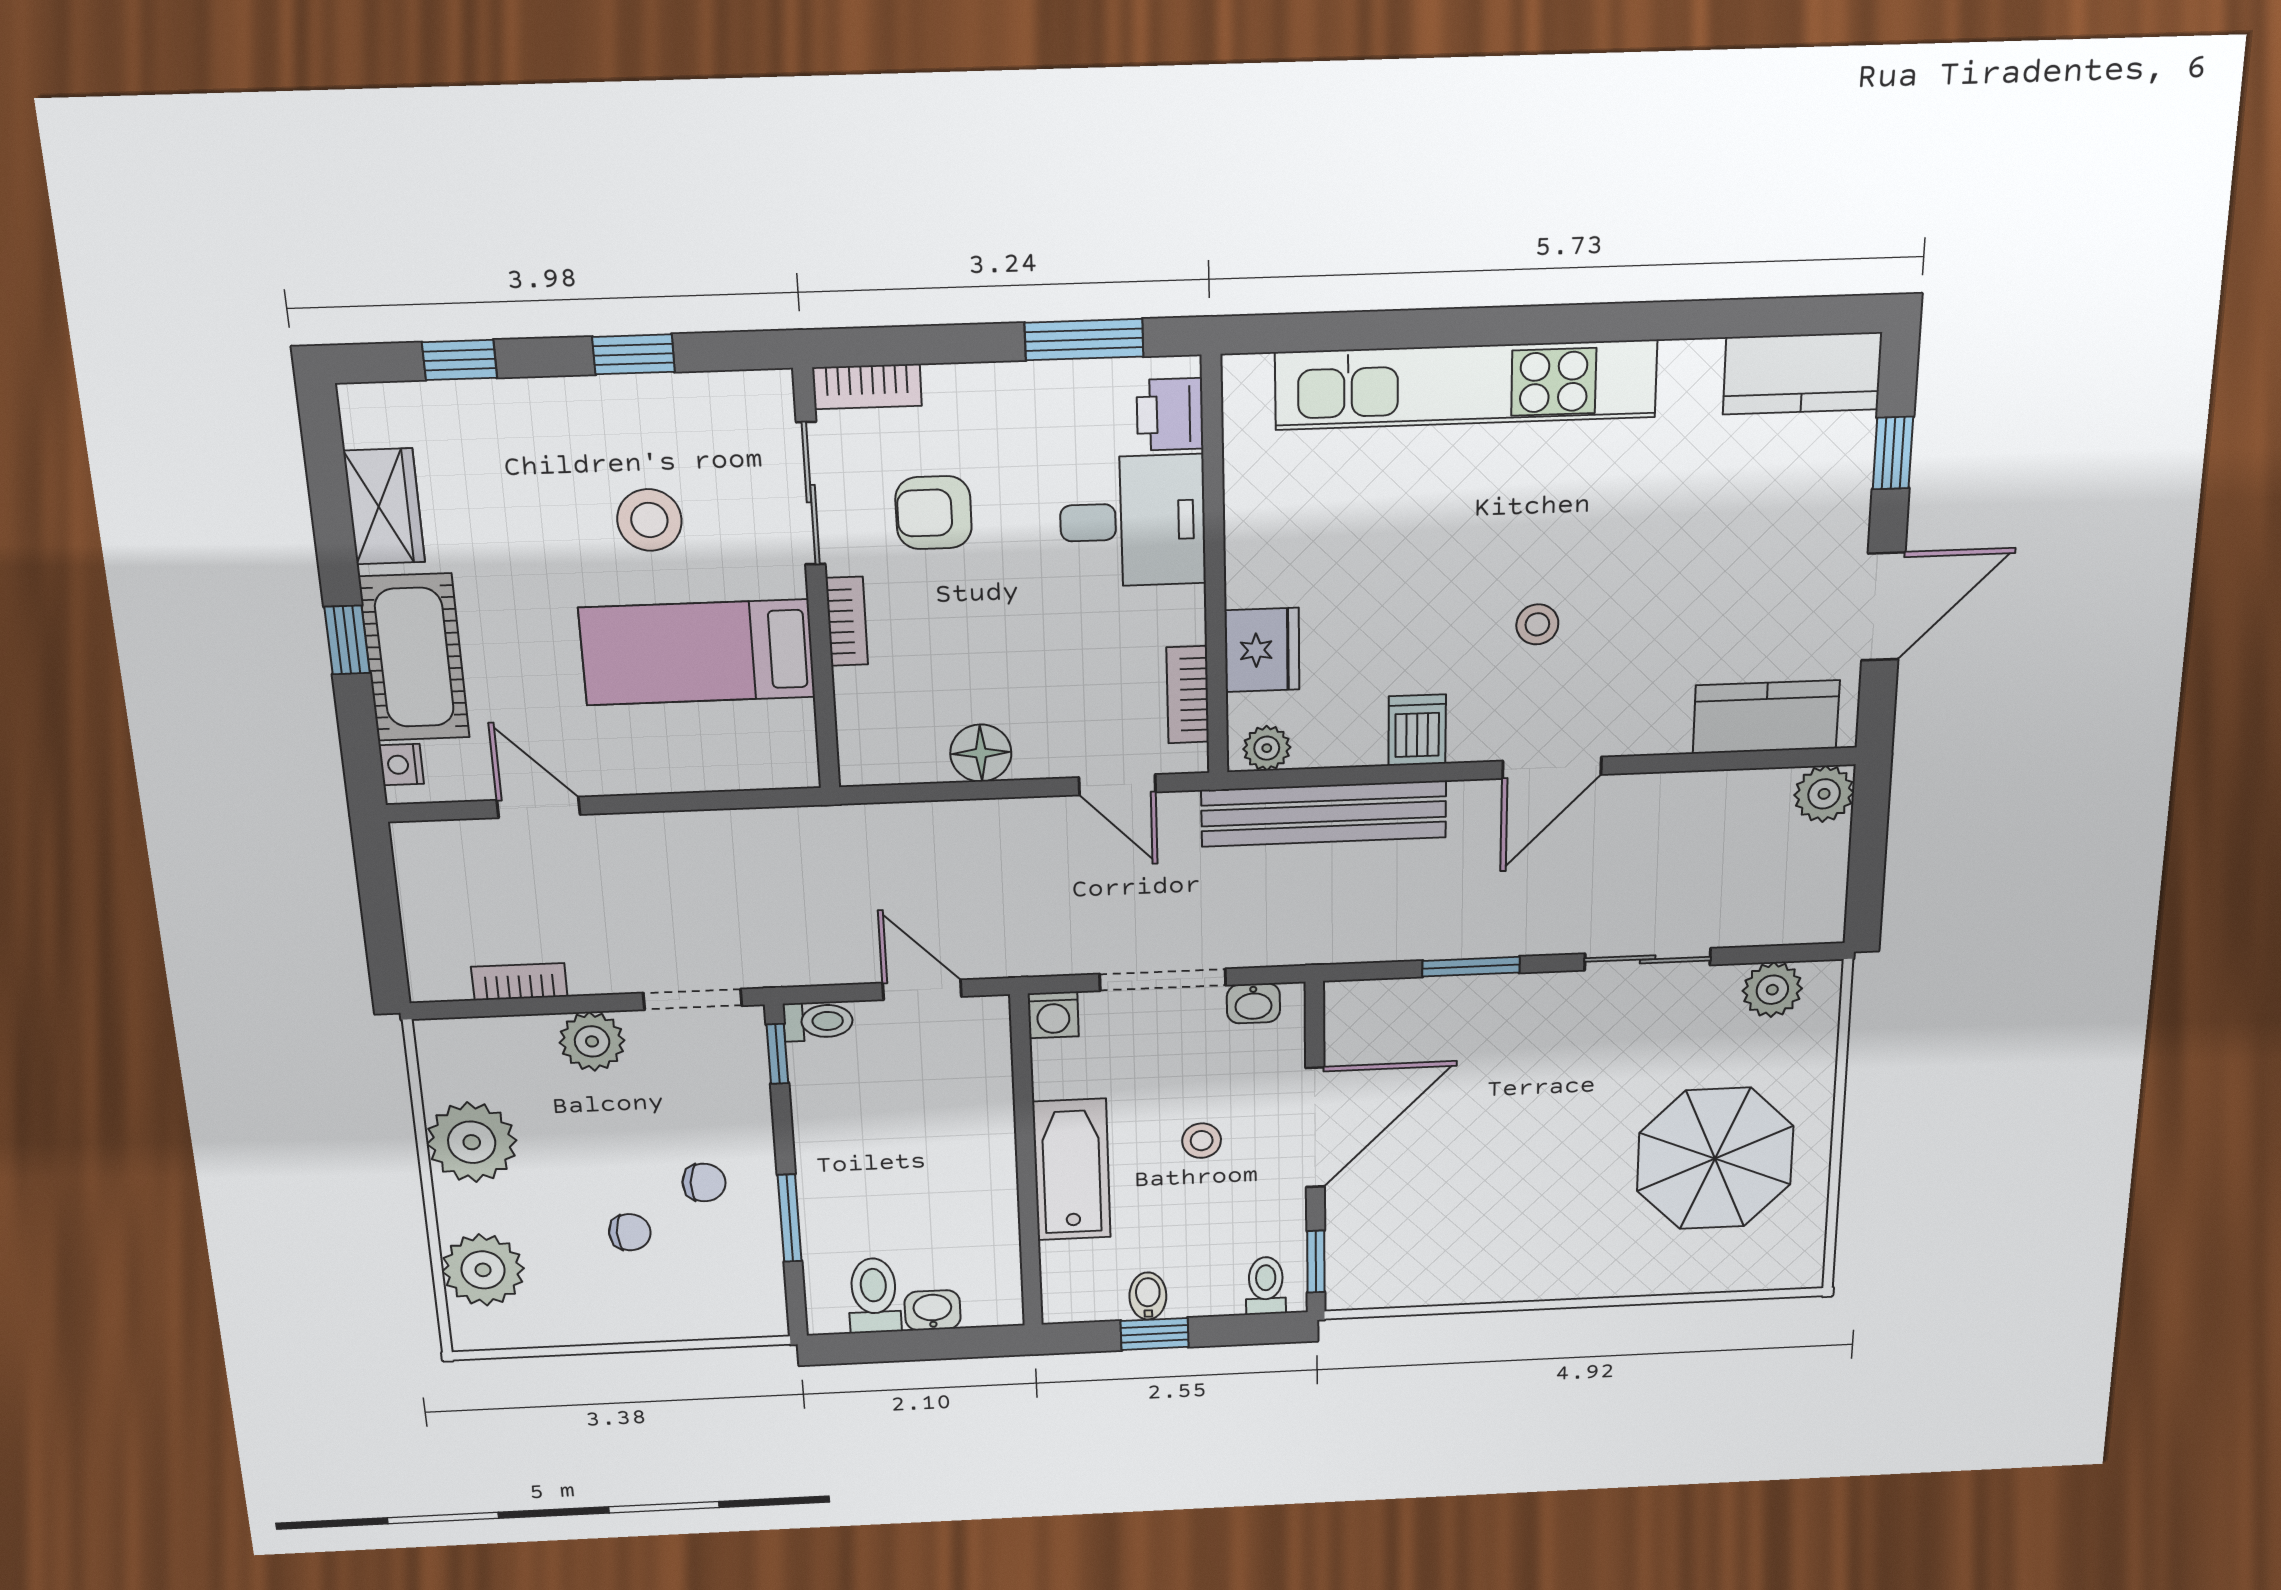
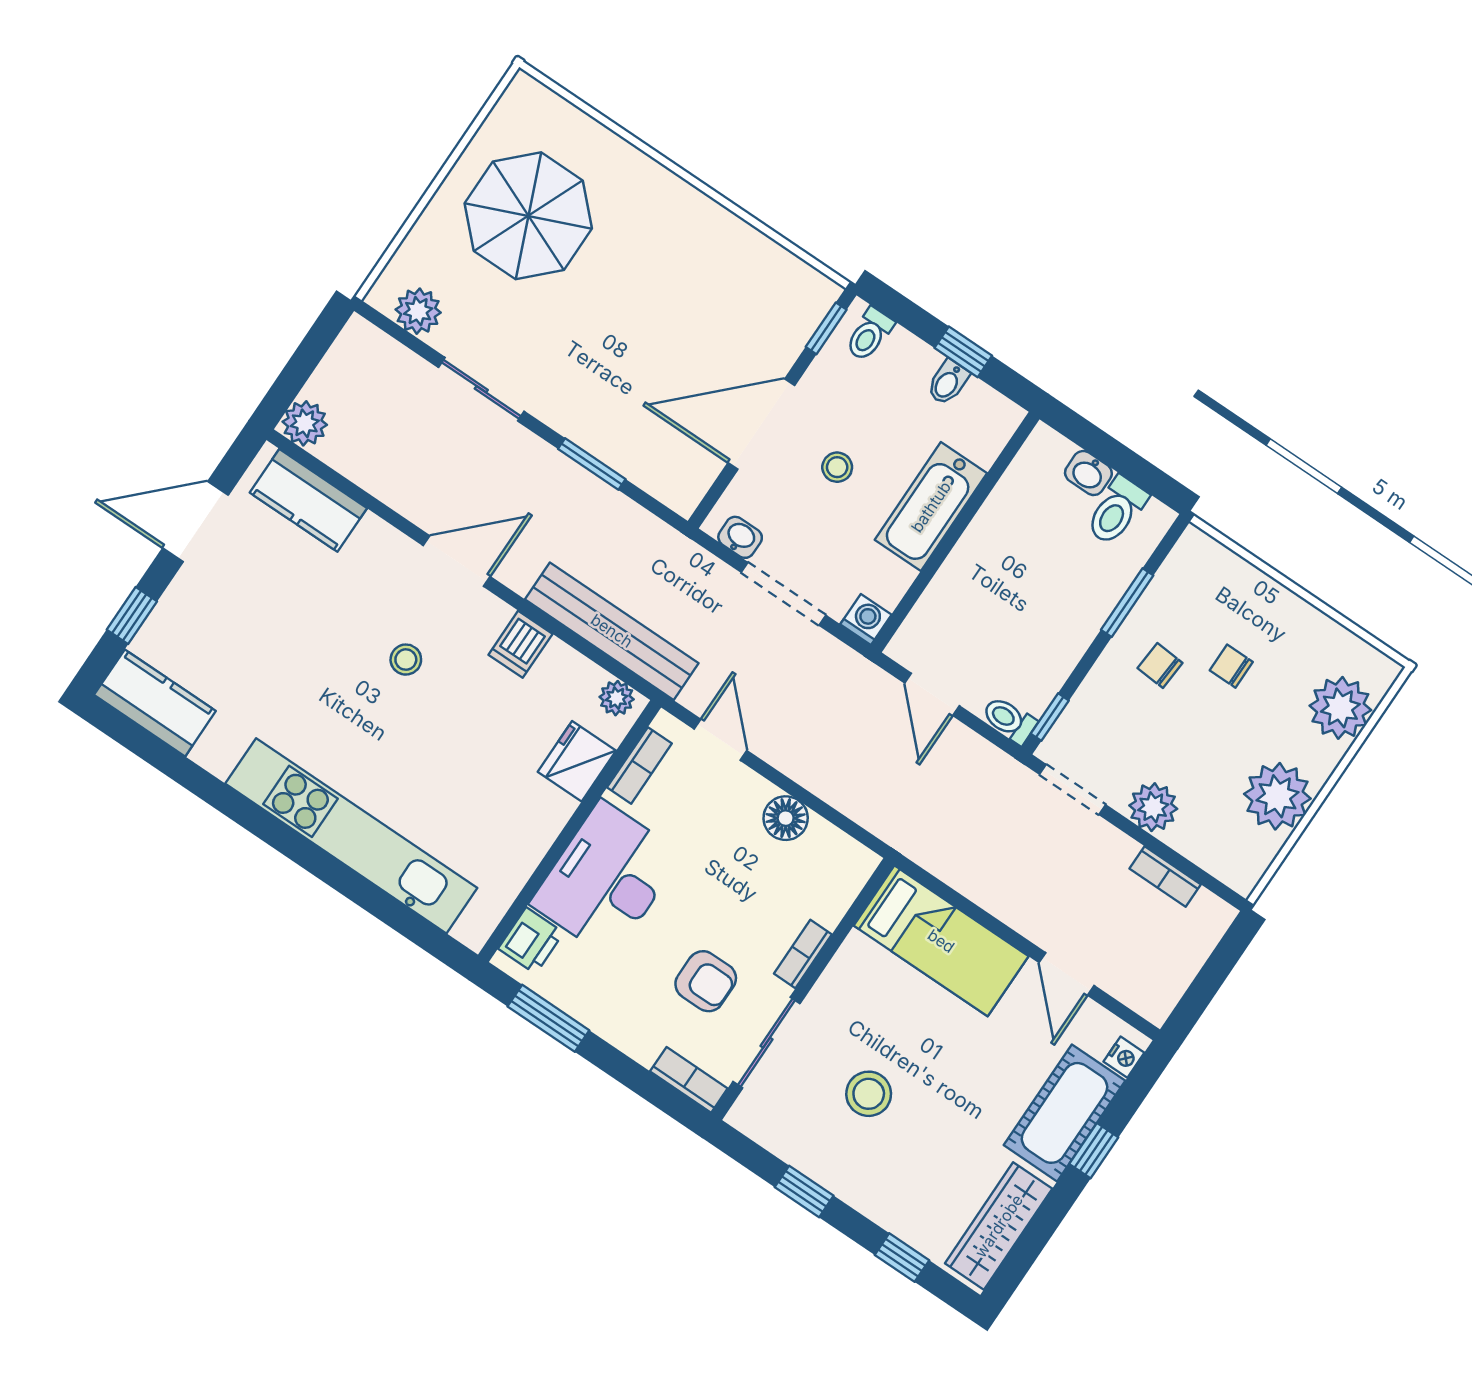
wardrobe: (384, 507) -> (999, 1226), width x1.50
desk: (1133, 521) -> (606, 879), width x1.37
bed: (697, 652) -> (941, 941), moved

